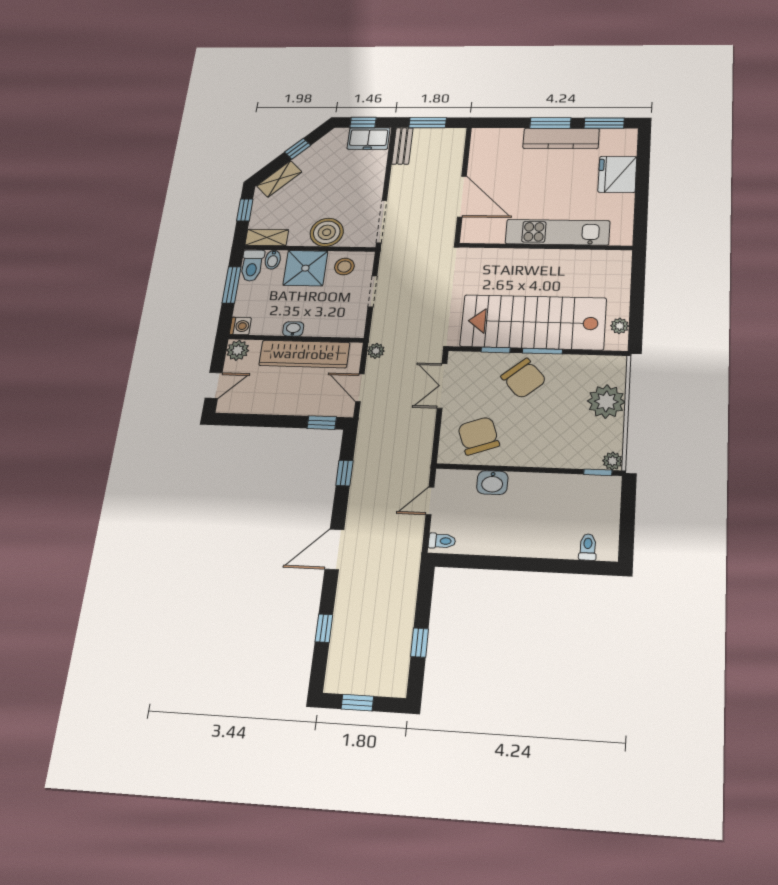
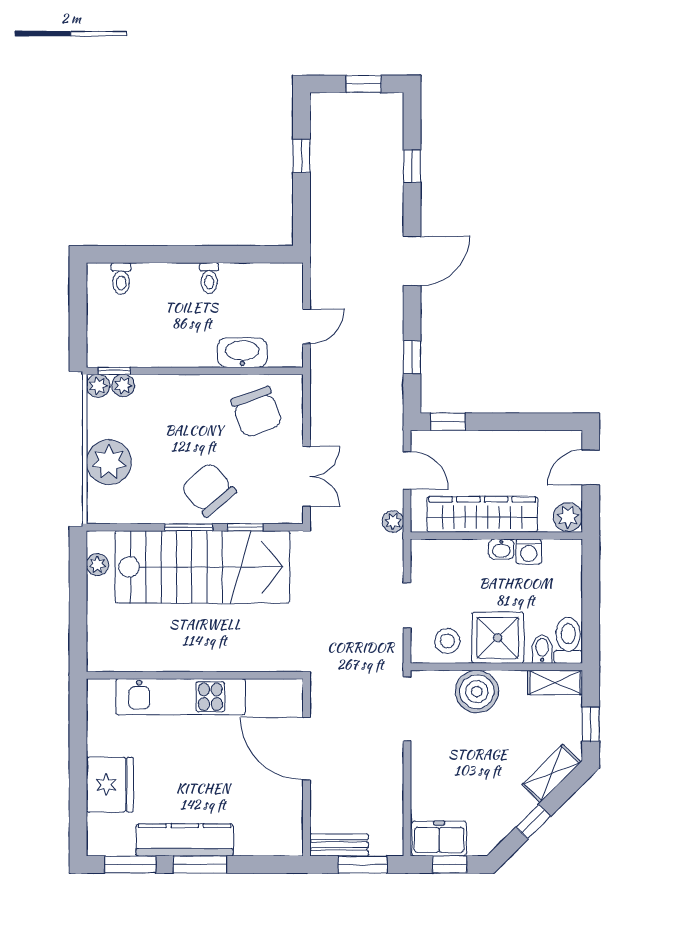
bench: (402, 146) -> (339, 845), moved, turned 90
window: (232, 285) -> (591, 611), removed
washing machine: (240, 326) -> (529, 552), moved, turned -90
plant: (591, 460) -> (123, 386), added
washbasin: (492, 483) -> (242, 353), width x1.38
toilet: (442, 541) -> (209, 278), moved, turned -90

